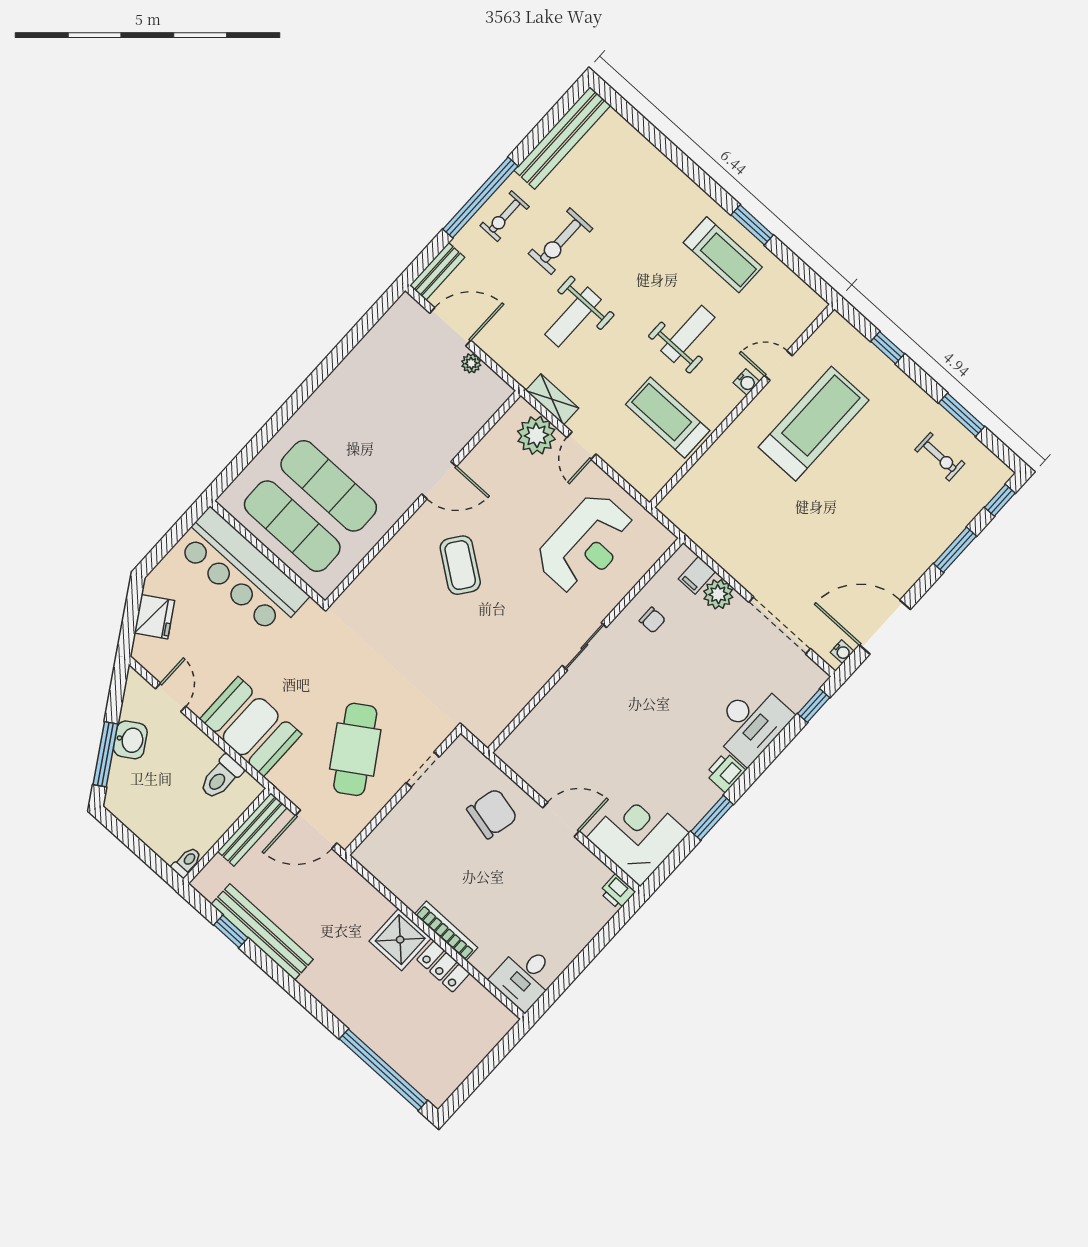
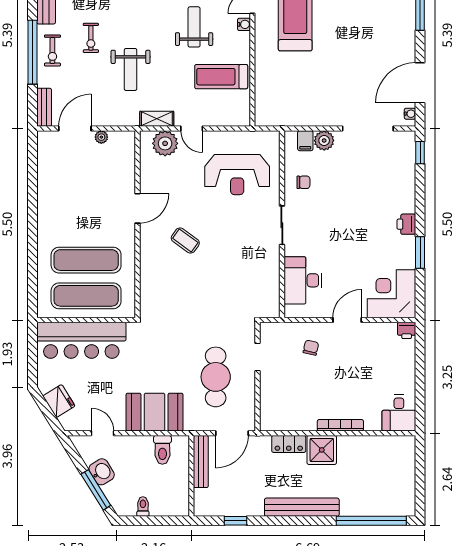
exercise bike: (561, 241) -> (91, 38), width x0.73, depth x0.72
reception desk: (586, 544) -> (237, 175), turned 90
coffee table: (460, 565) -> (185, 240), width x0.73, depth x0.77
desk: (751, 723) -> (303, 280), moved, turned 180
cafe table: (355, 749) -> (216, 377), turned 33
chair: (492, 814) -> (311, 348), width x0.54, depth x0.54
toilet: (187, 862) -> (143, 507), moved
bench: (262, 932) -> (302, 507), moved
locker: (443, 967) -> (289, 444), moved

